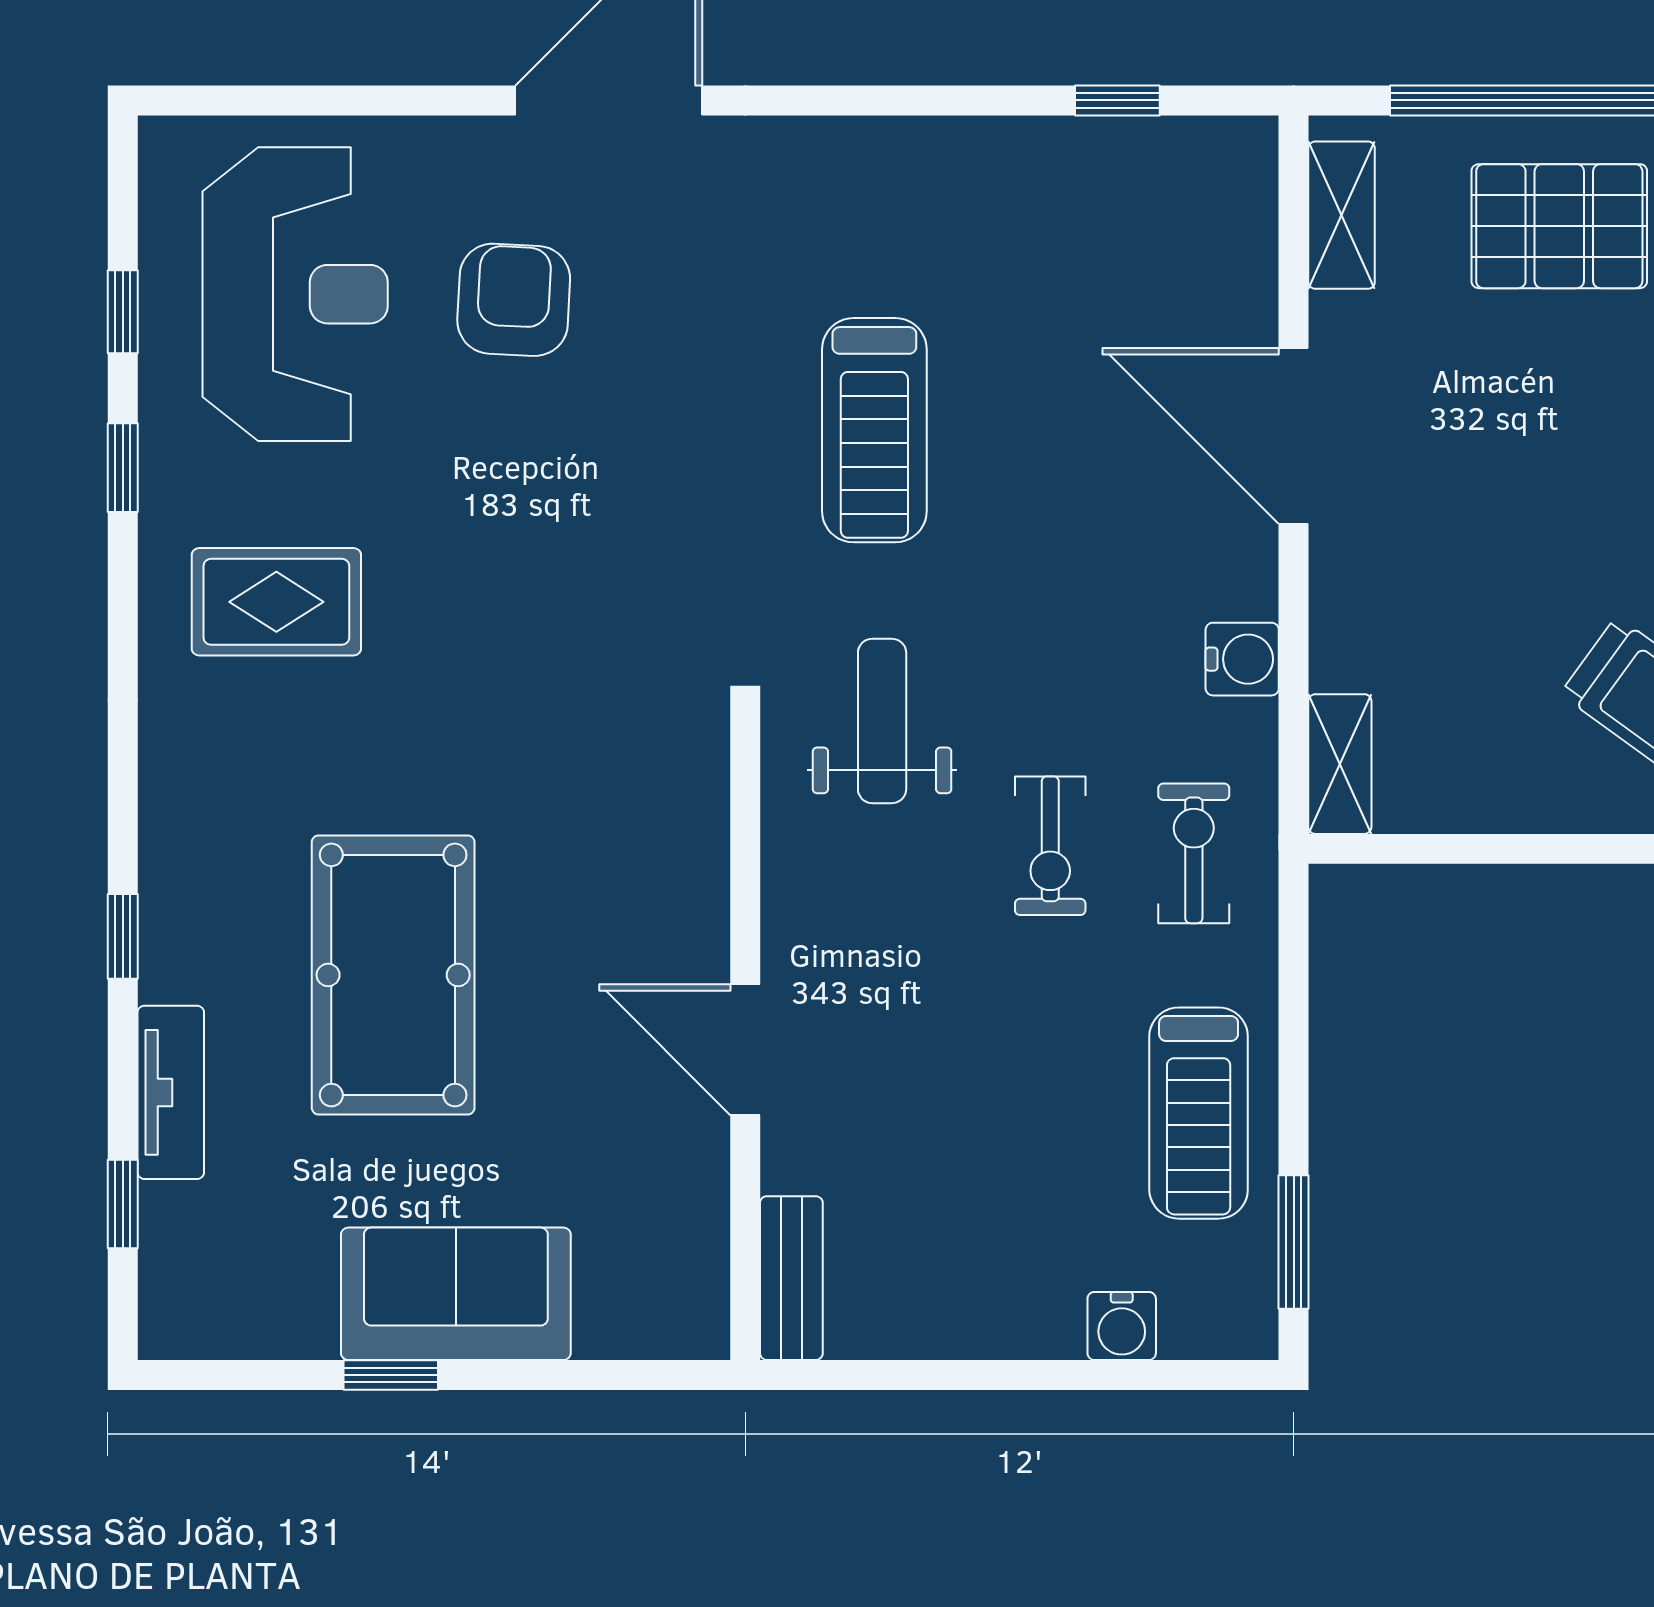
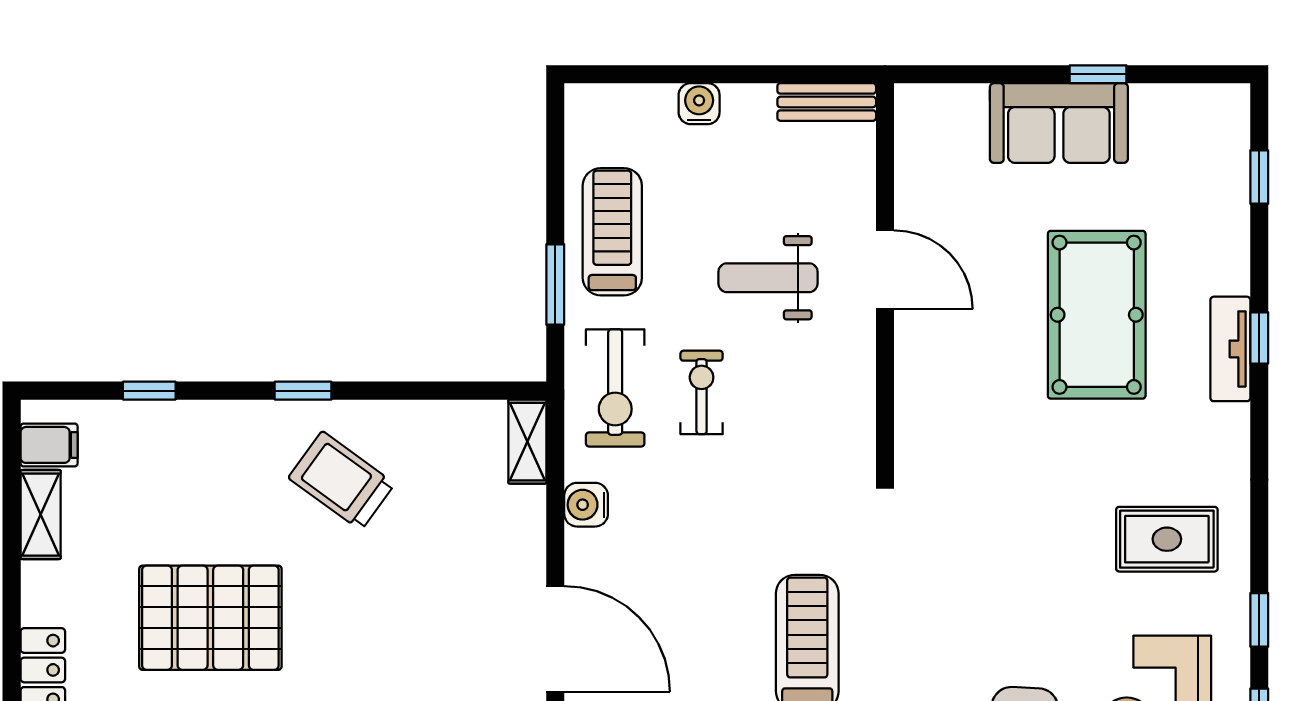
weight bench: (882, 721) -> (768, 278), moved, turned 90
exercise bike: (1194, 853) -> (615, 388), width x1.38, depth x1.39
tv unit: (171, 1092) -> (1230, 349), moved
window: (1294, 1242) -> (555, 285), moved
bench: (791, 1278) -> (827, 102), moved, turned 90
water cooler: (1122, 1326) -> (699, 104), moved

